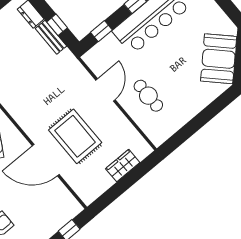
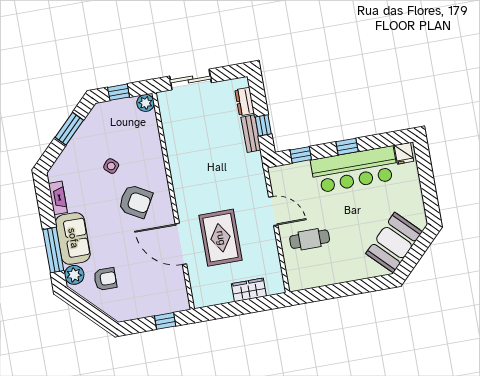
door: (105, 90) -> (273, 211), hinge flipped
cafe table: (148, 96) -> (310, 239), turned 90

